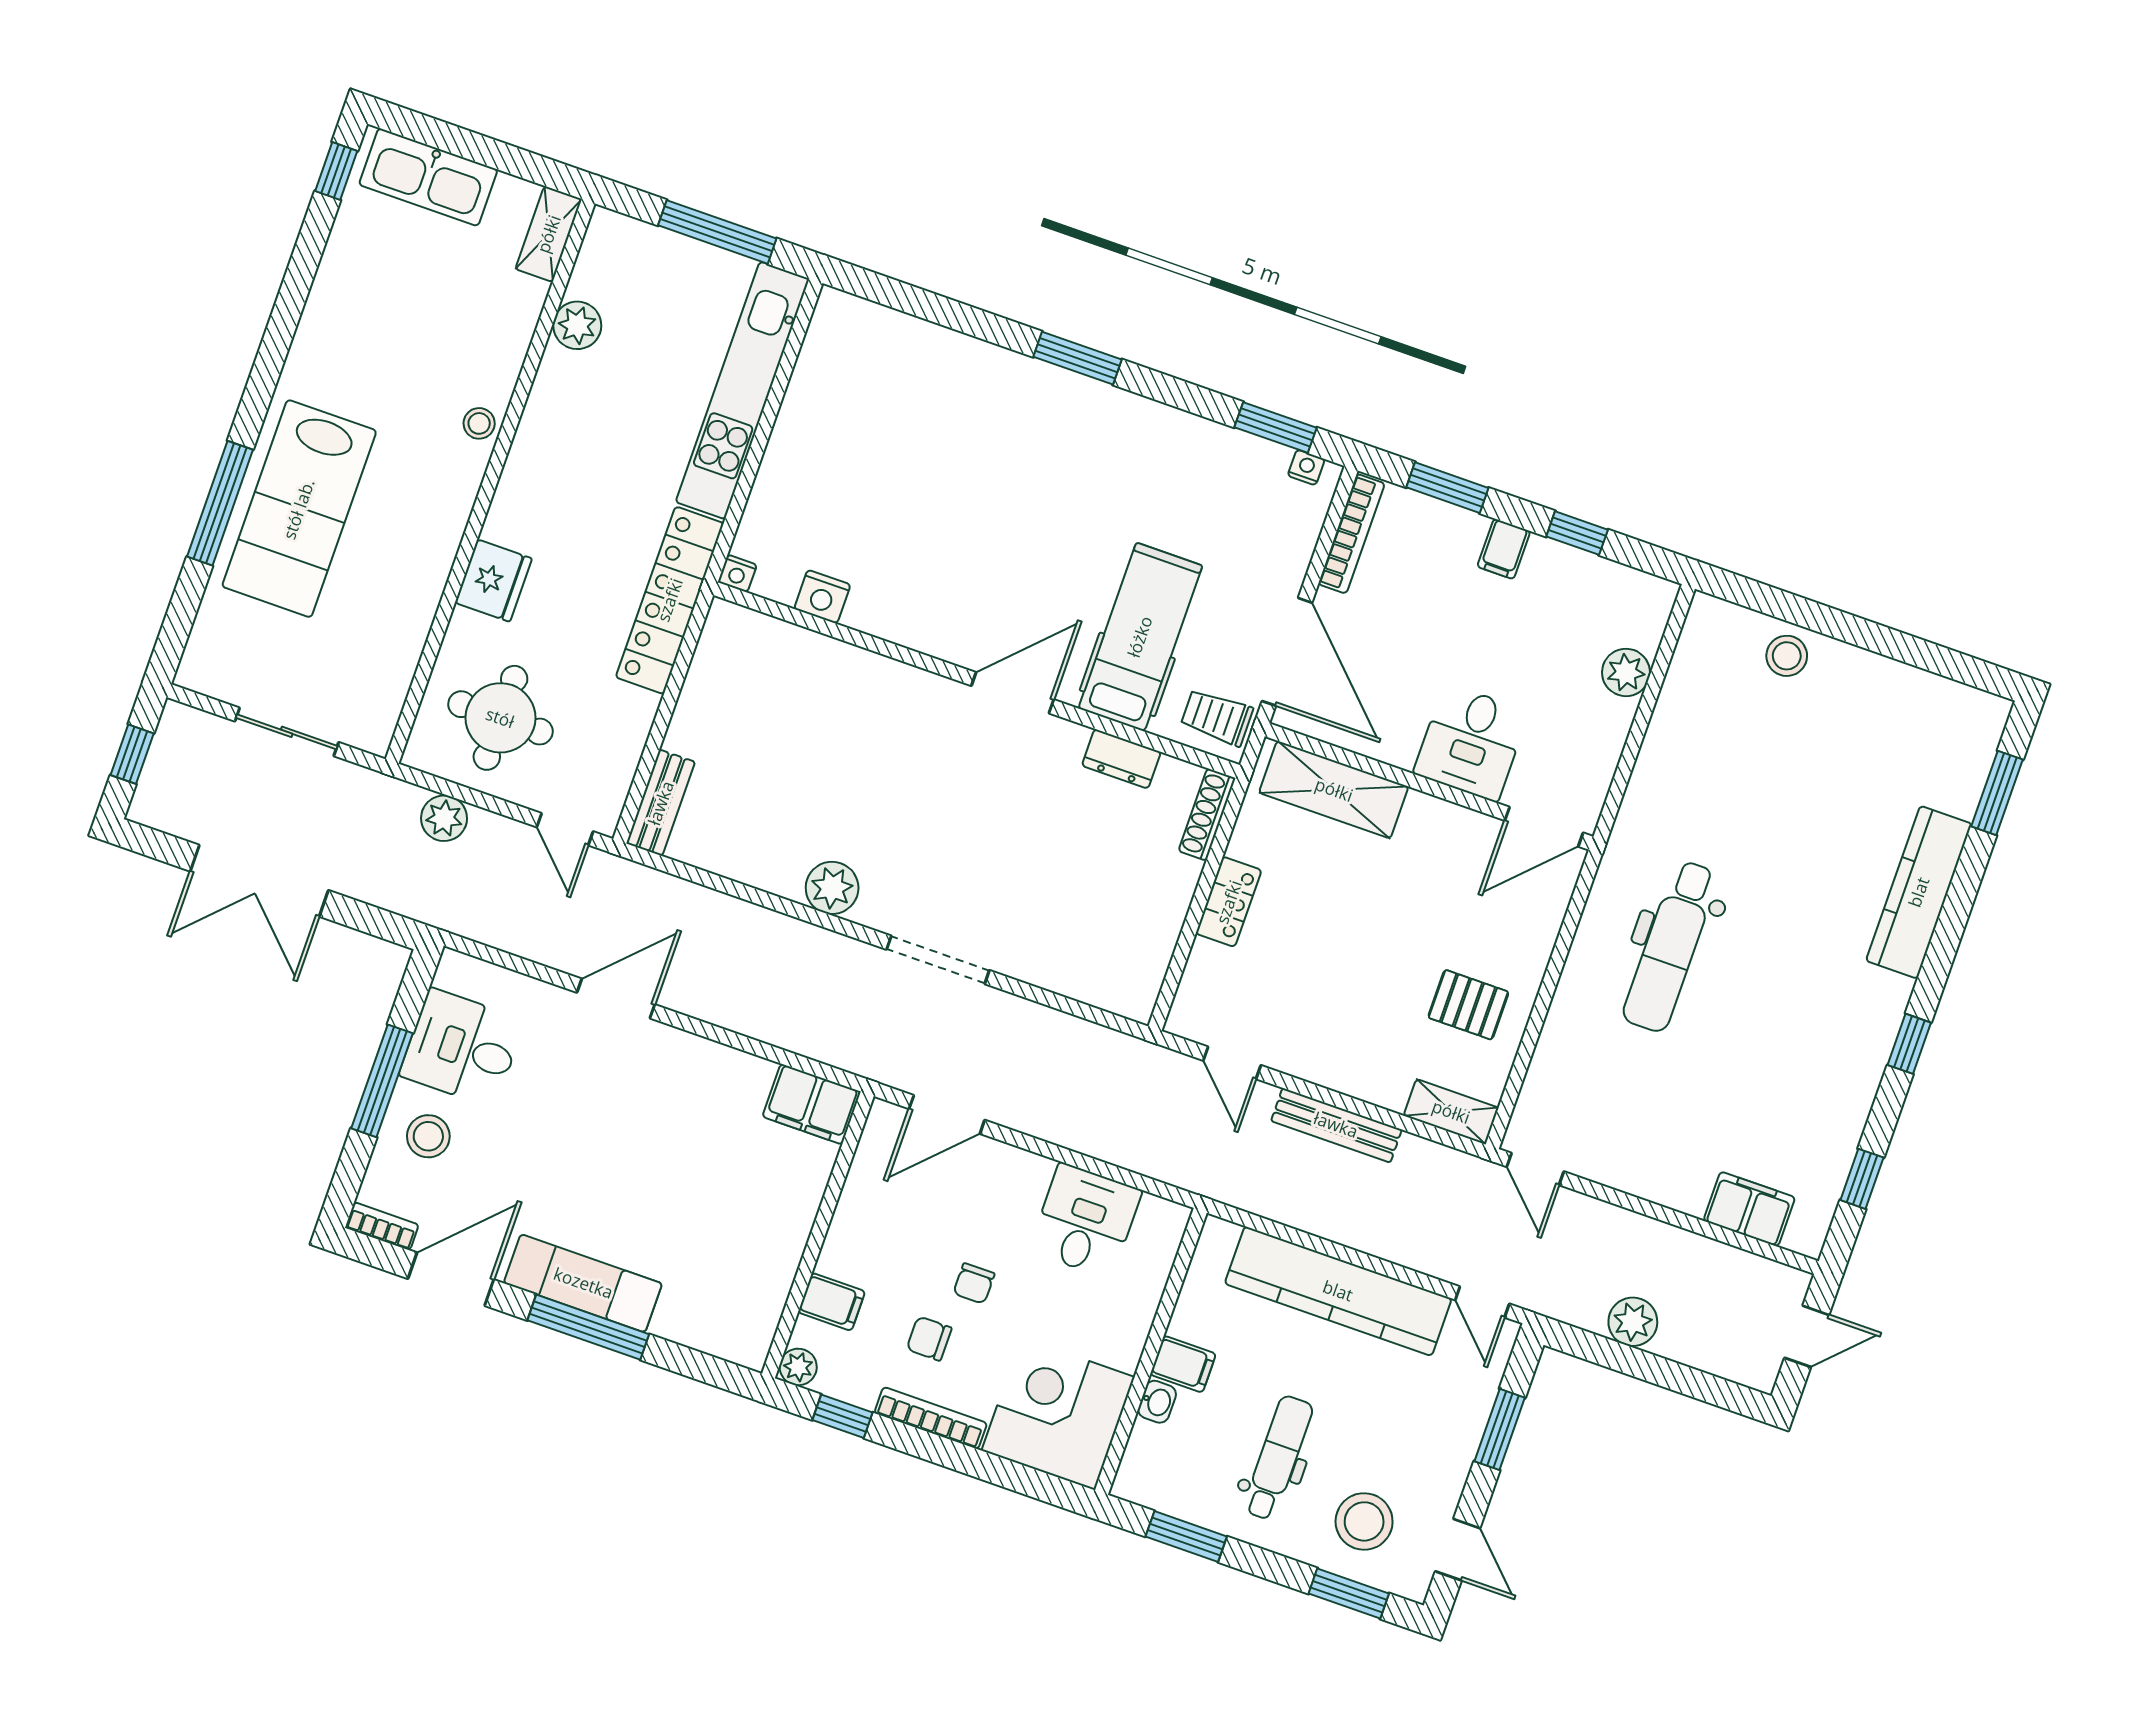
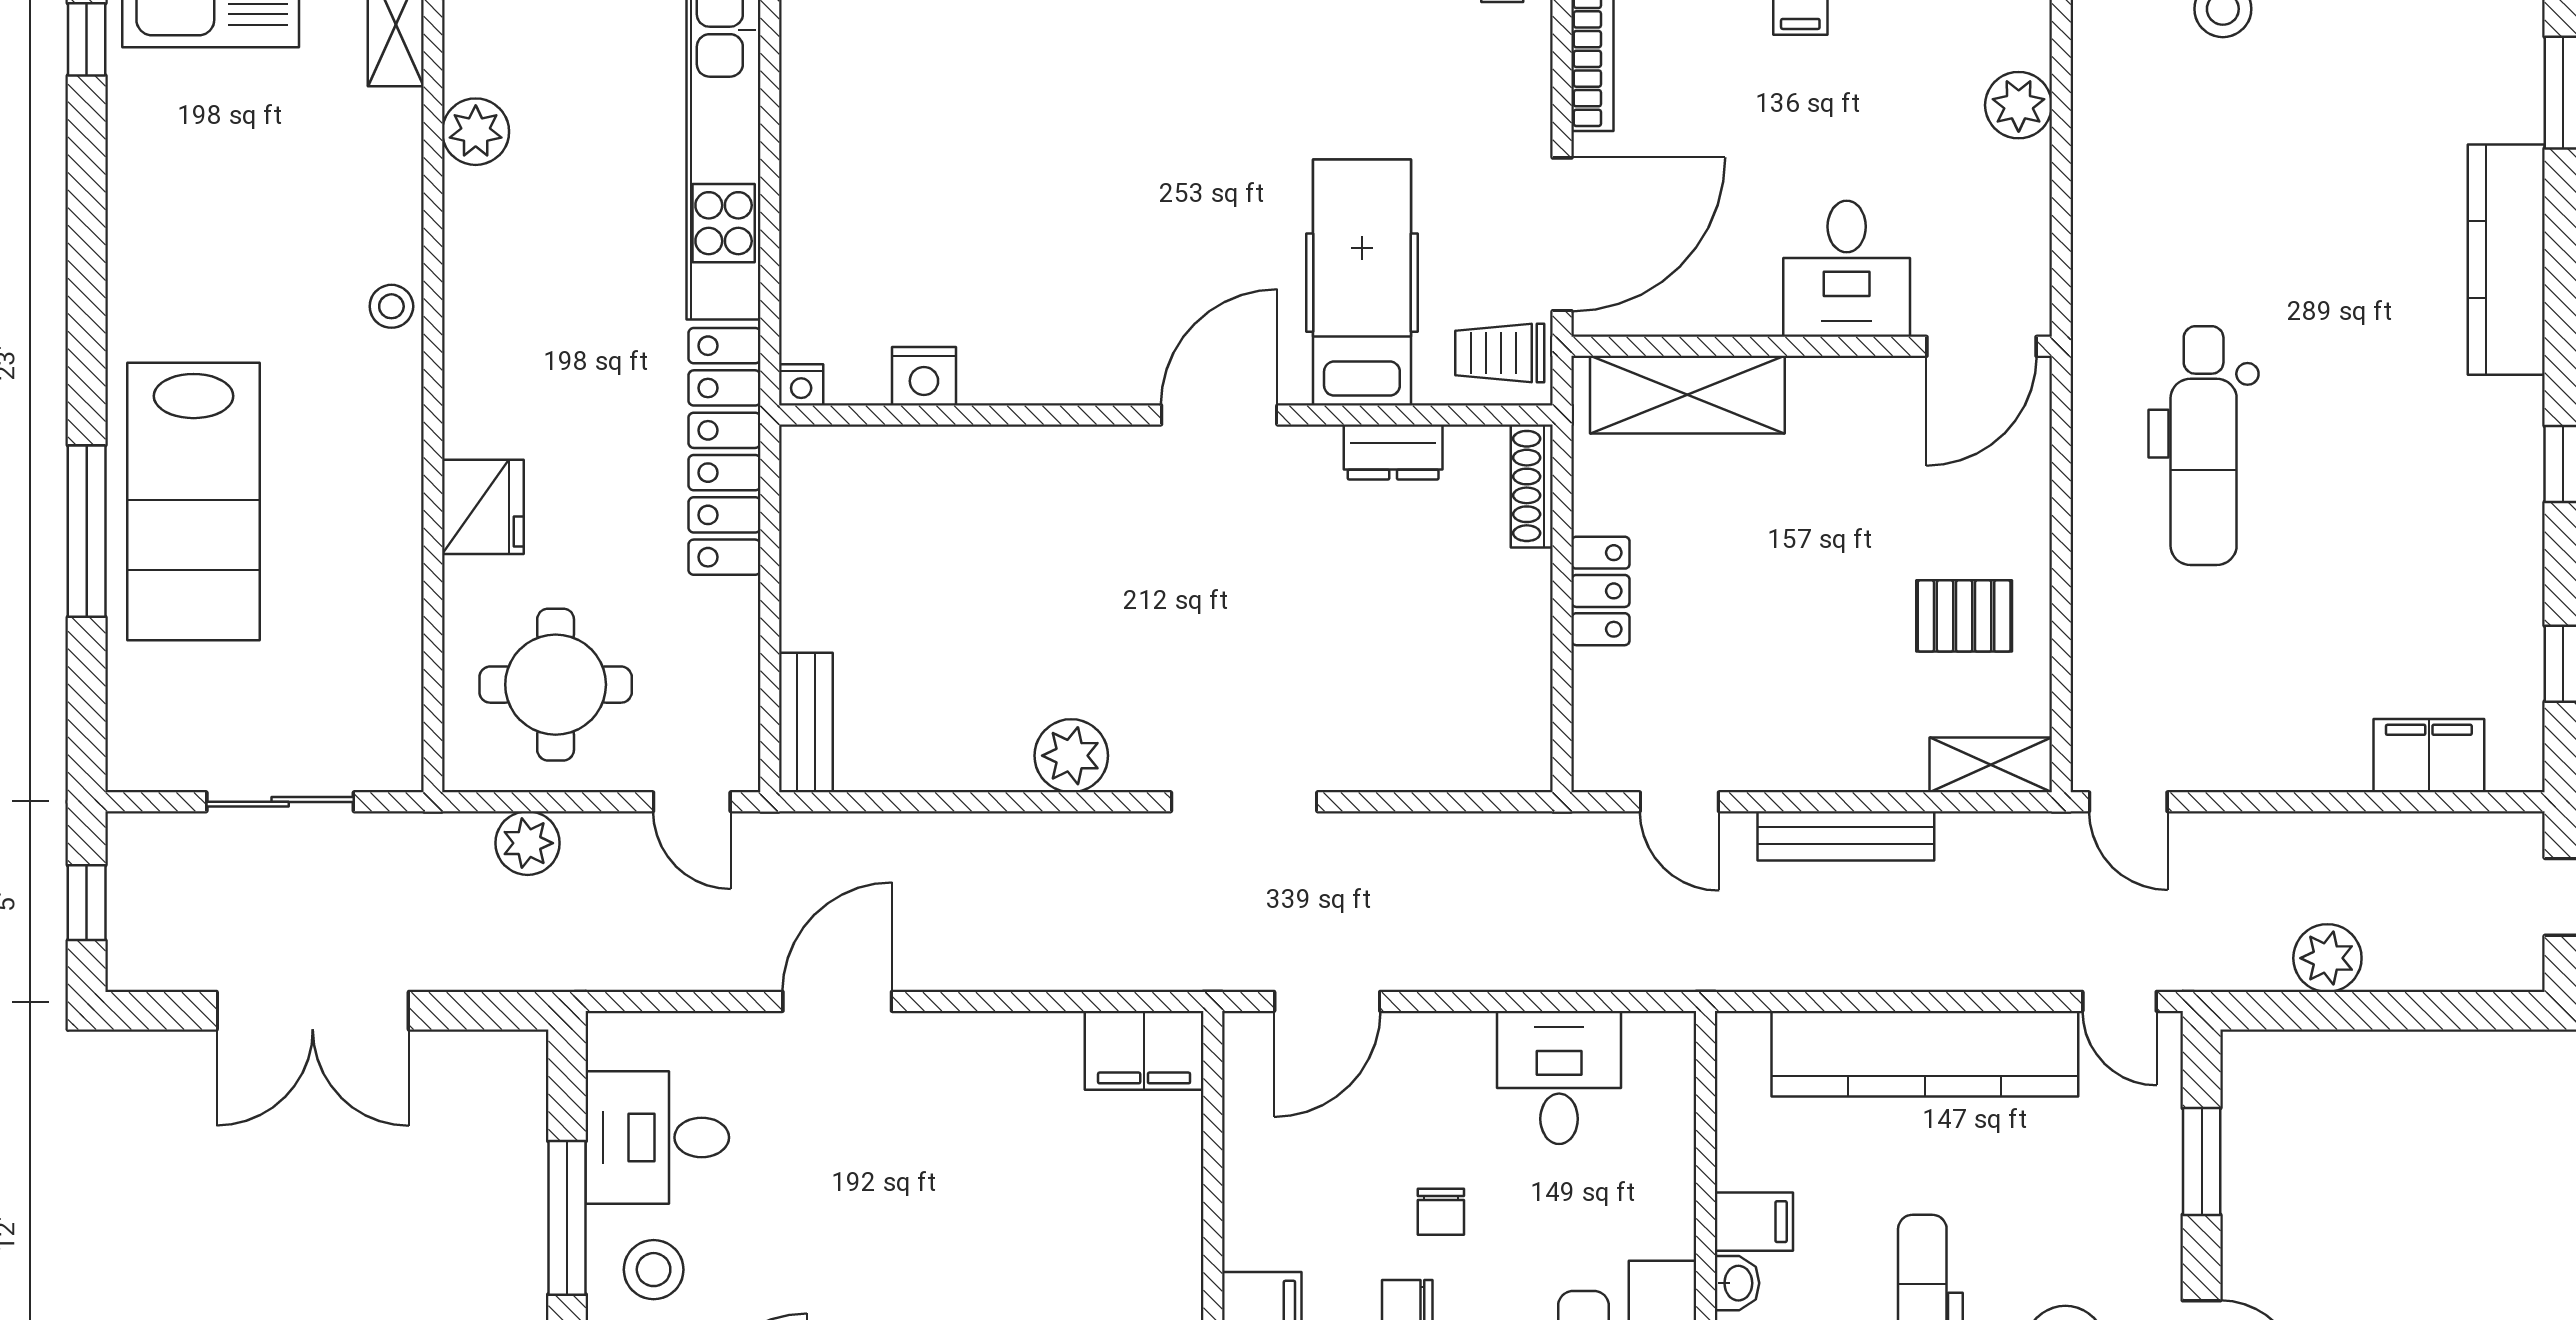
door: (1287, 652) -> (1562, 234), hinge flipped

